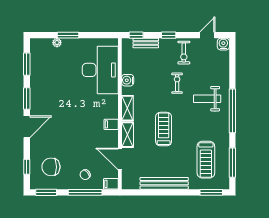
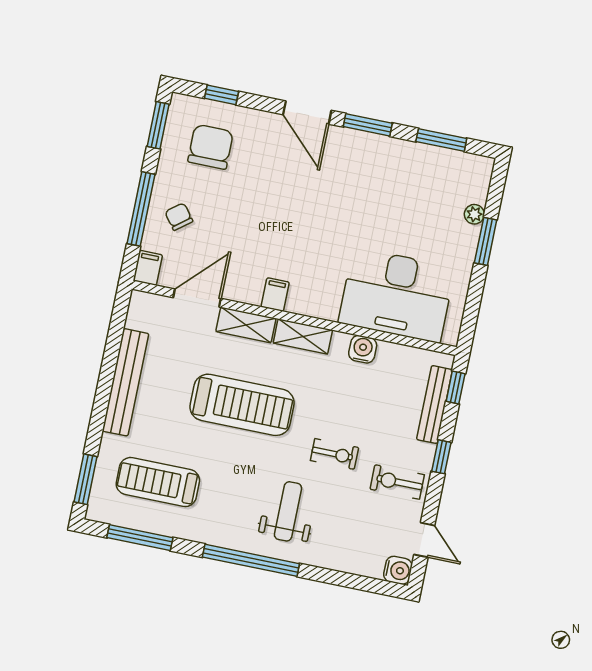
bench: (146, 43) -> (434, 405), width x1.36
treadmill: (164, 129) -> (242, 405), width x1.37, depth x1.38

